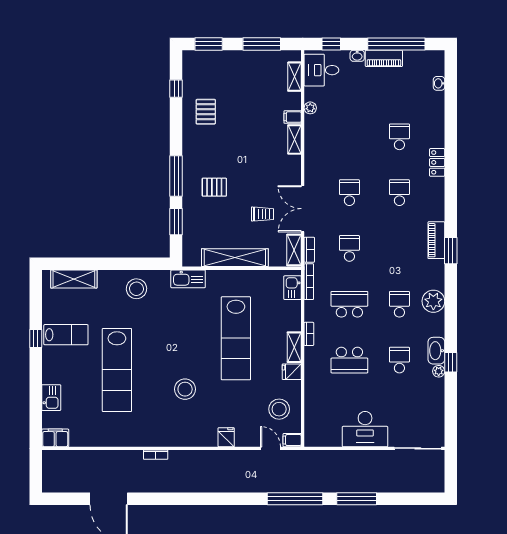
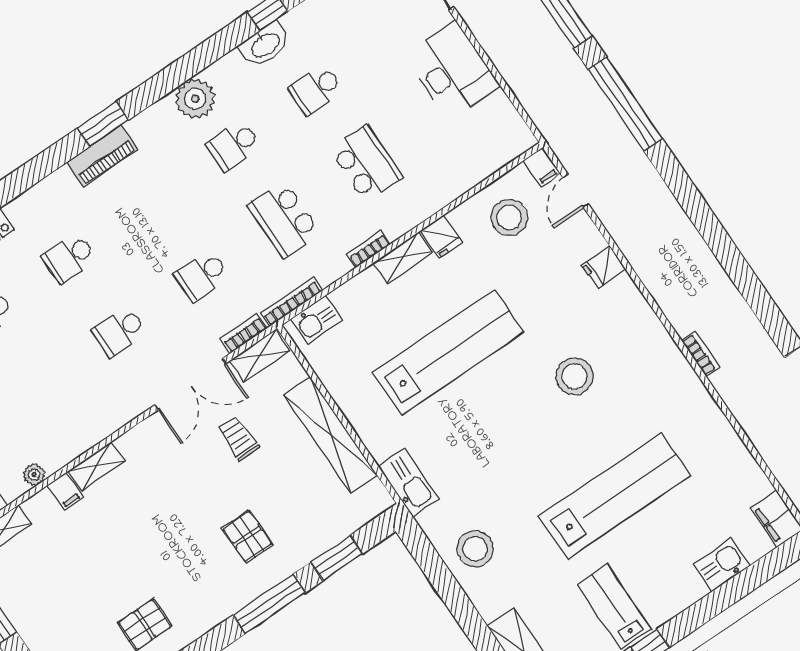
plant: (439, 371) -> (293, 20), removed

